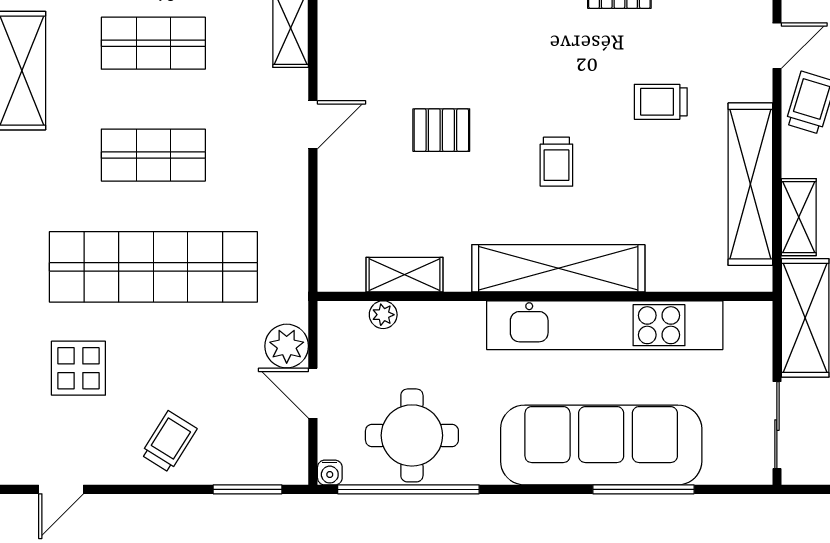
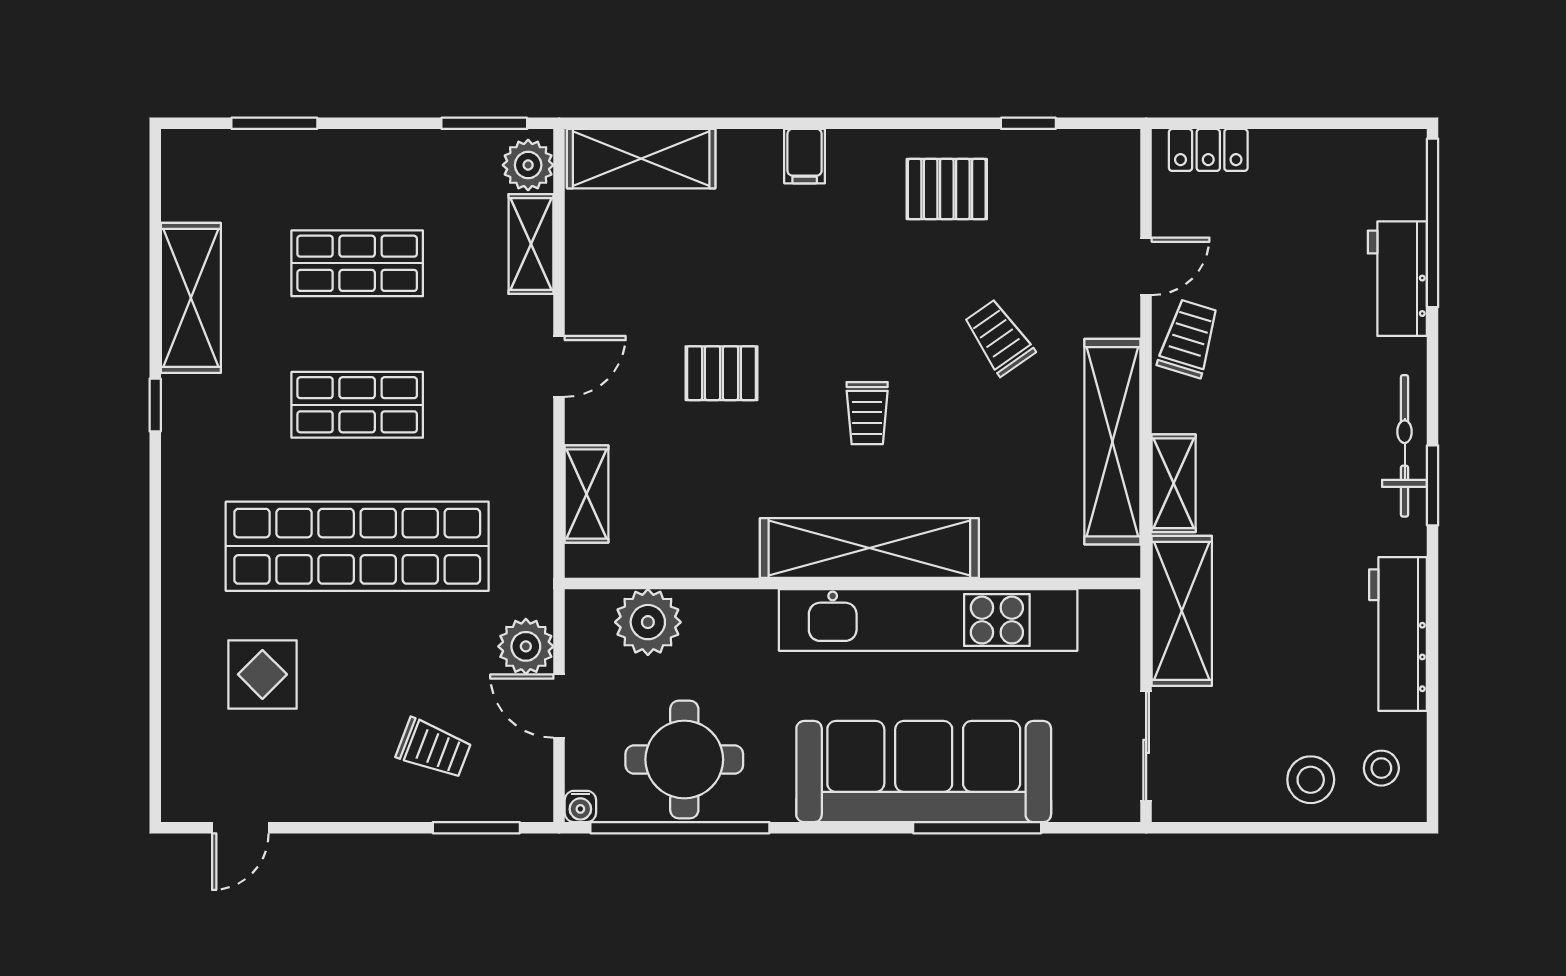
trolley: (661, 102) -> (999, 337), turned 55
shelving: (405, 275) -> (587, 494), moved, turned 90
plant: (383, 315) -> (648, 622), width x1.88, depth x1.88
trolley: (169, 442) -> (434, 748), moved, turned 79

